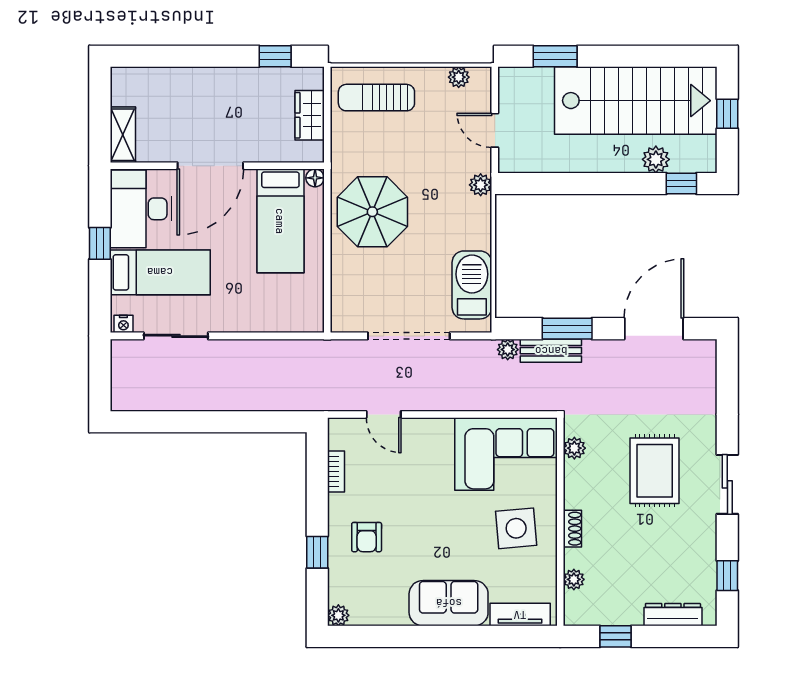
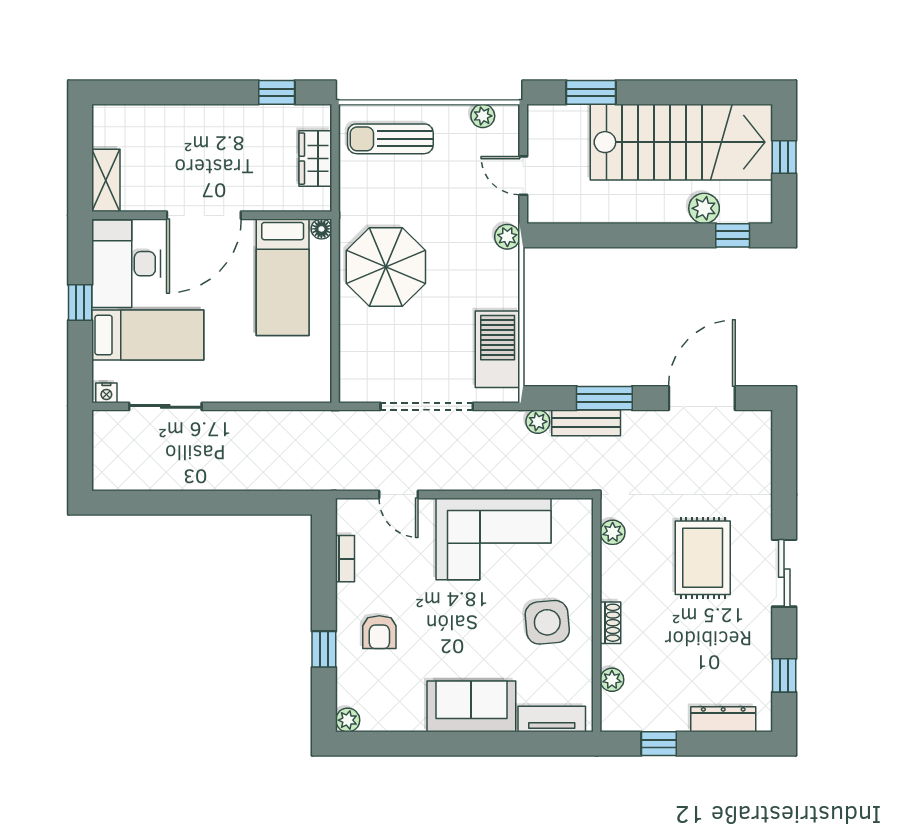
corner sofa: (506, 454) -> (493, 539), moved

